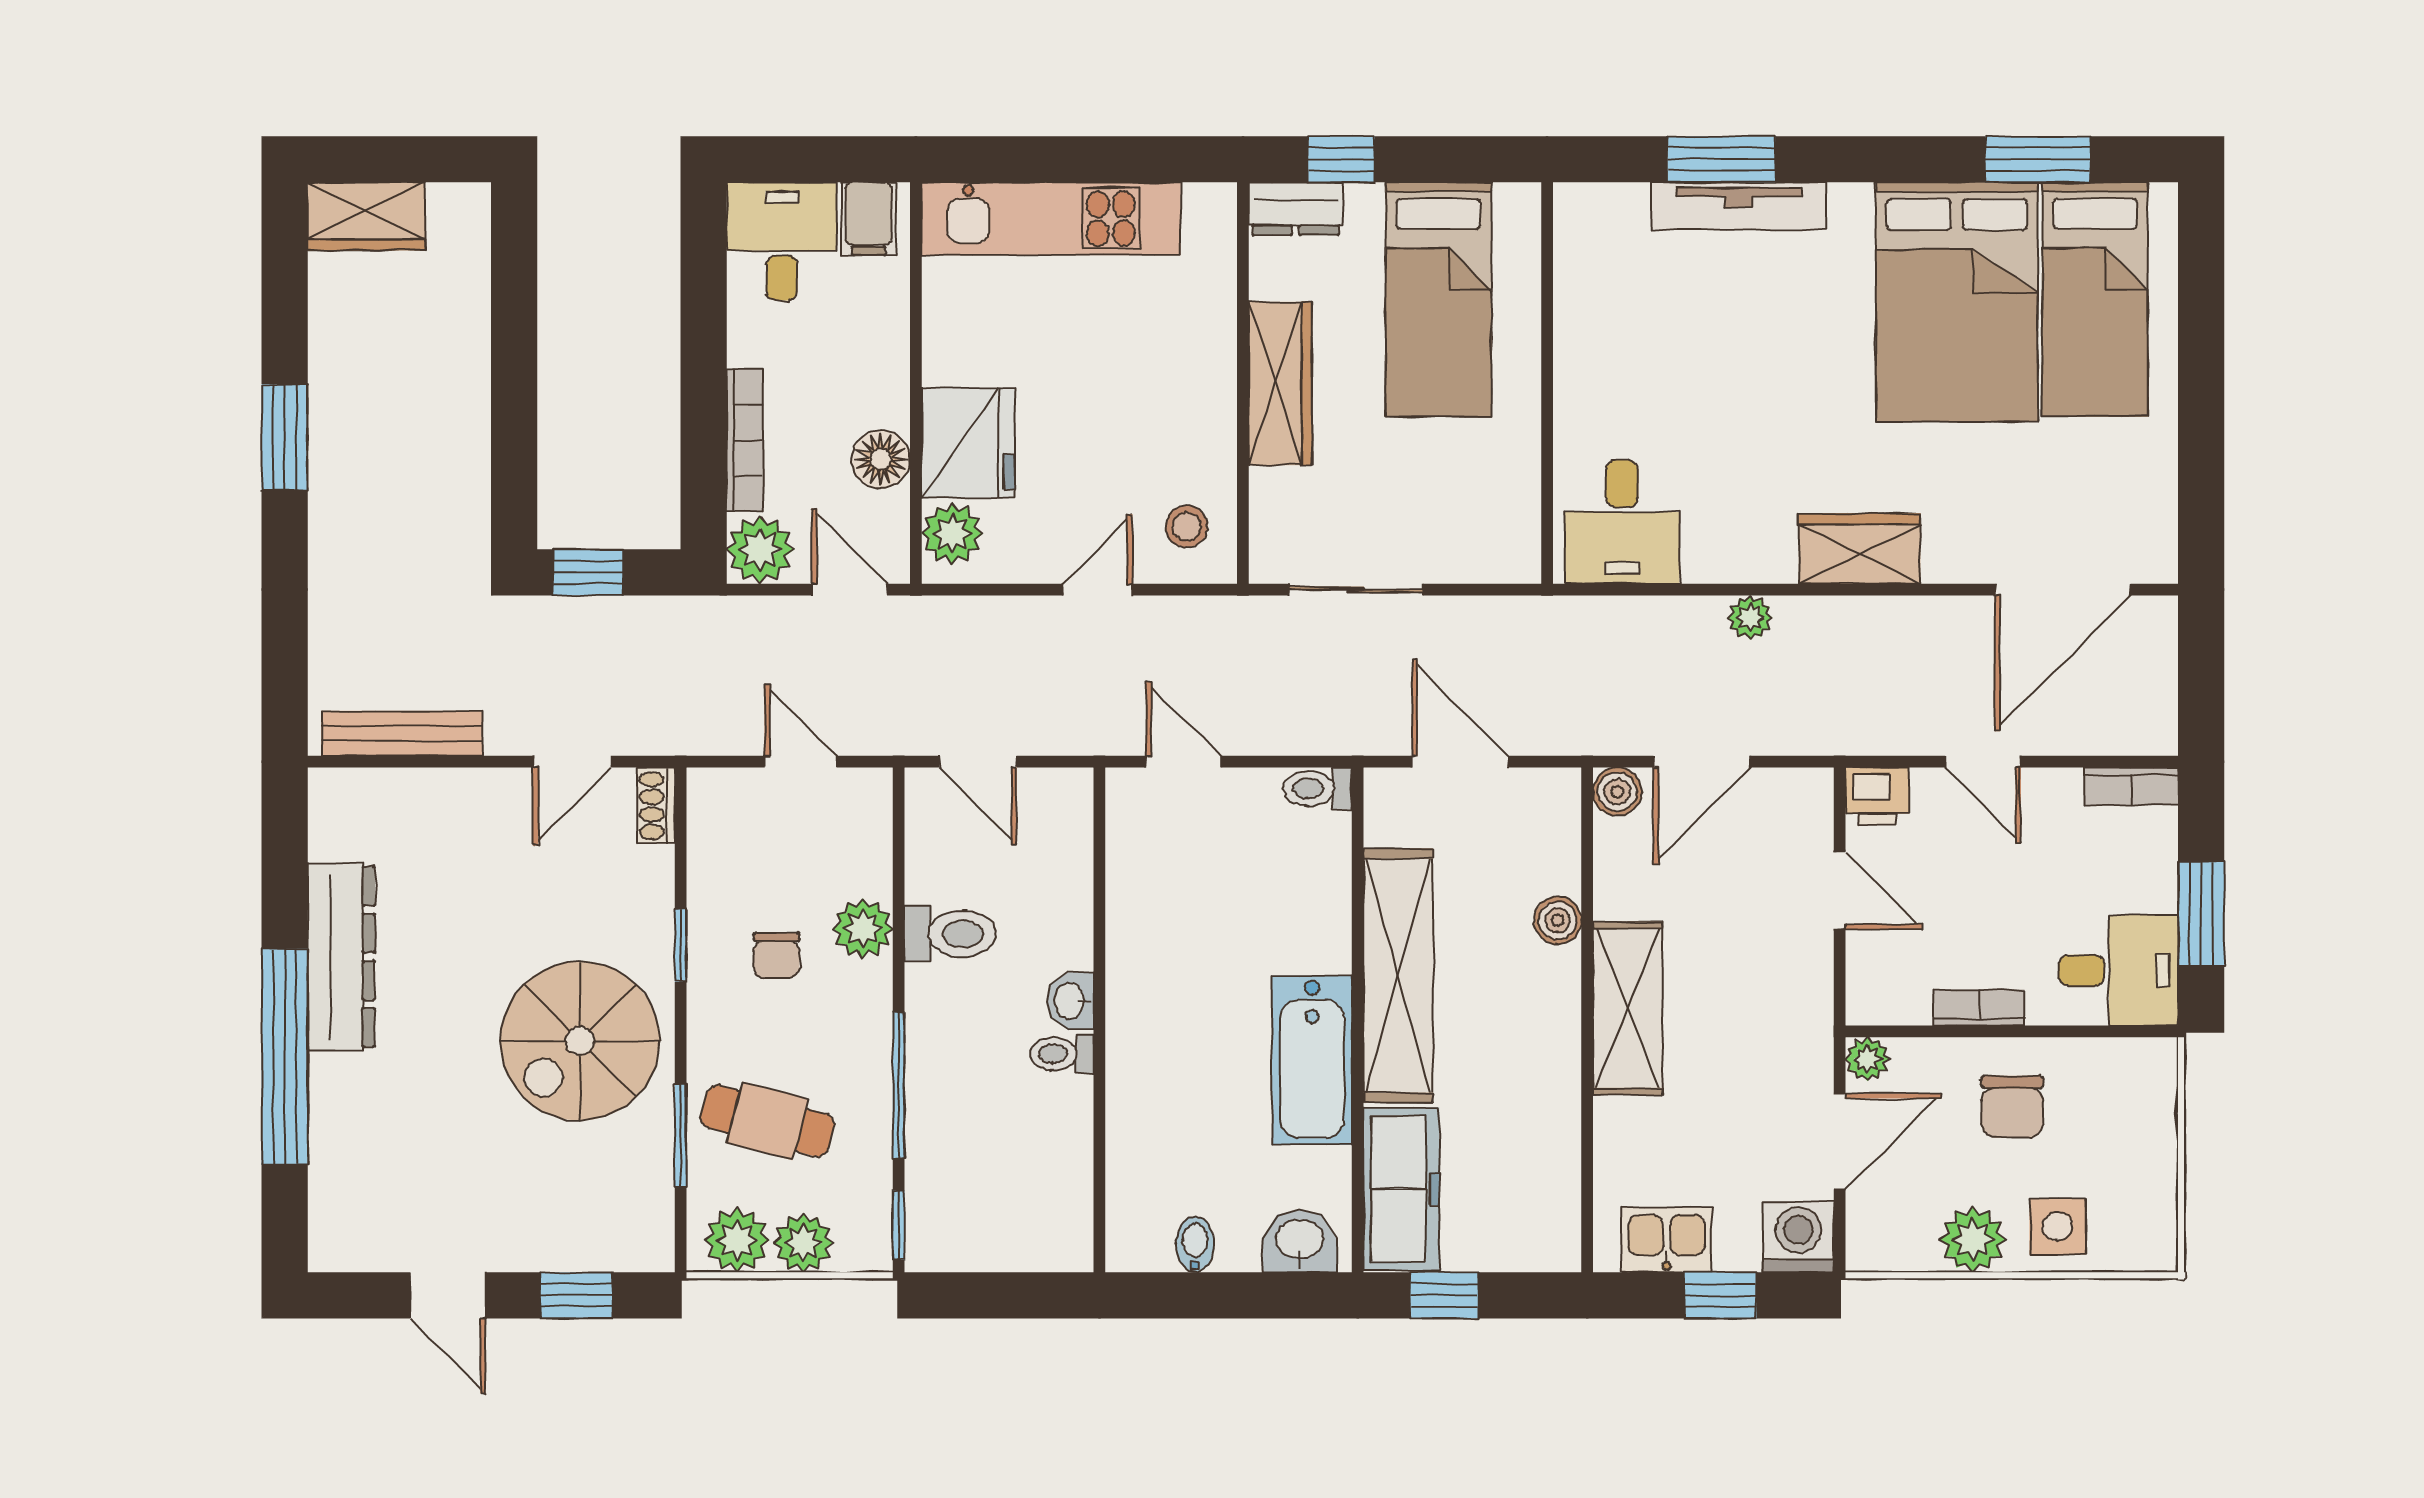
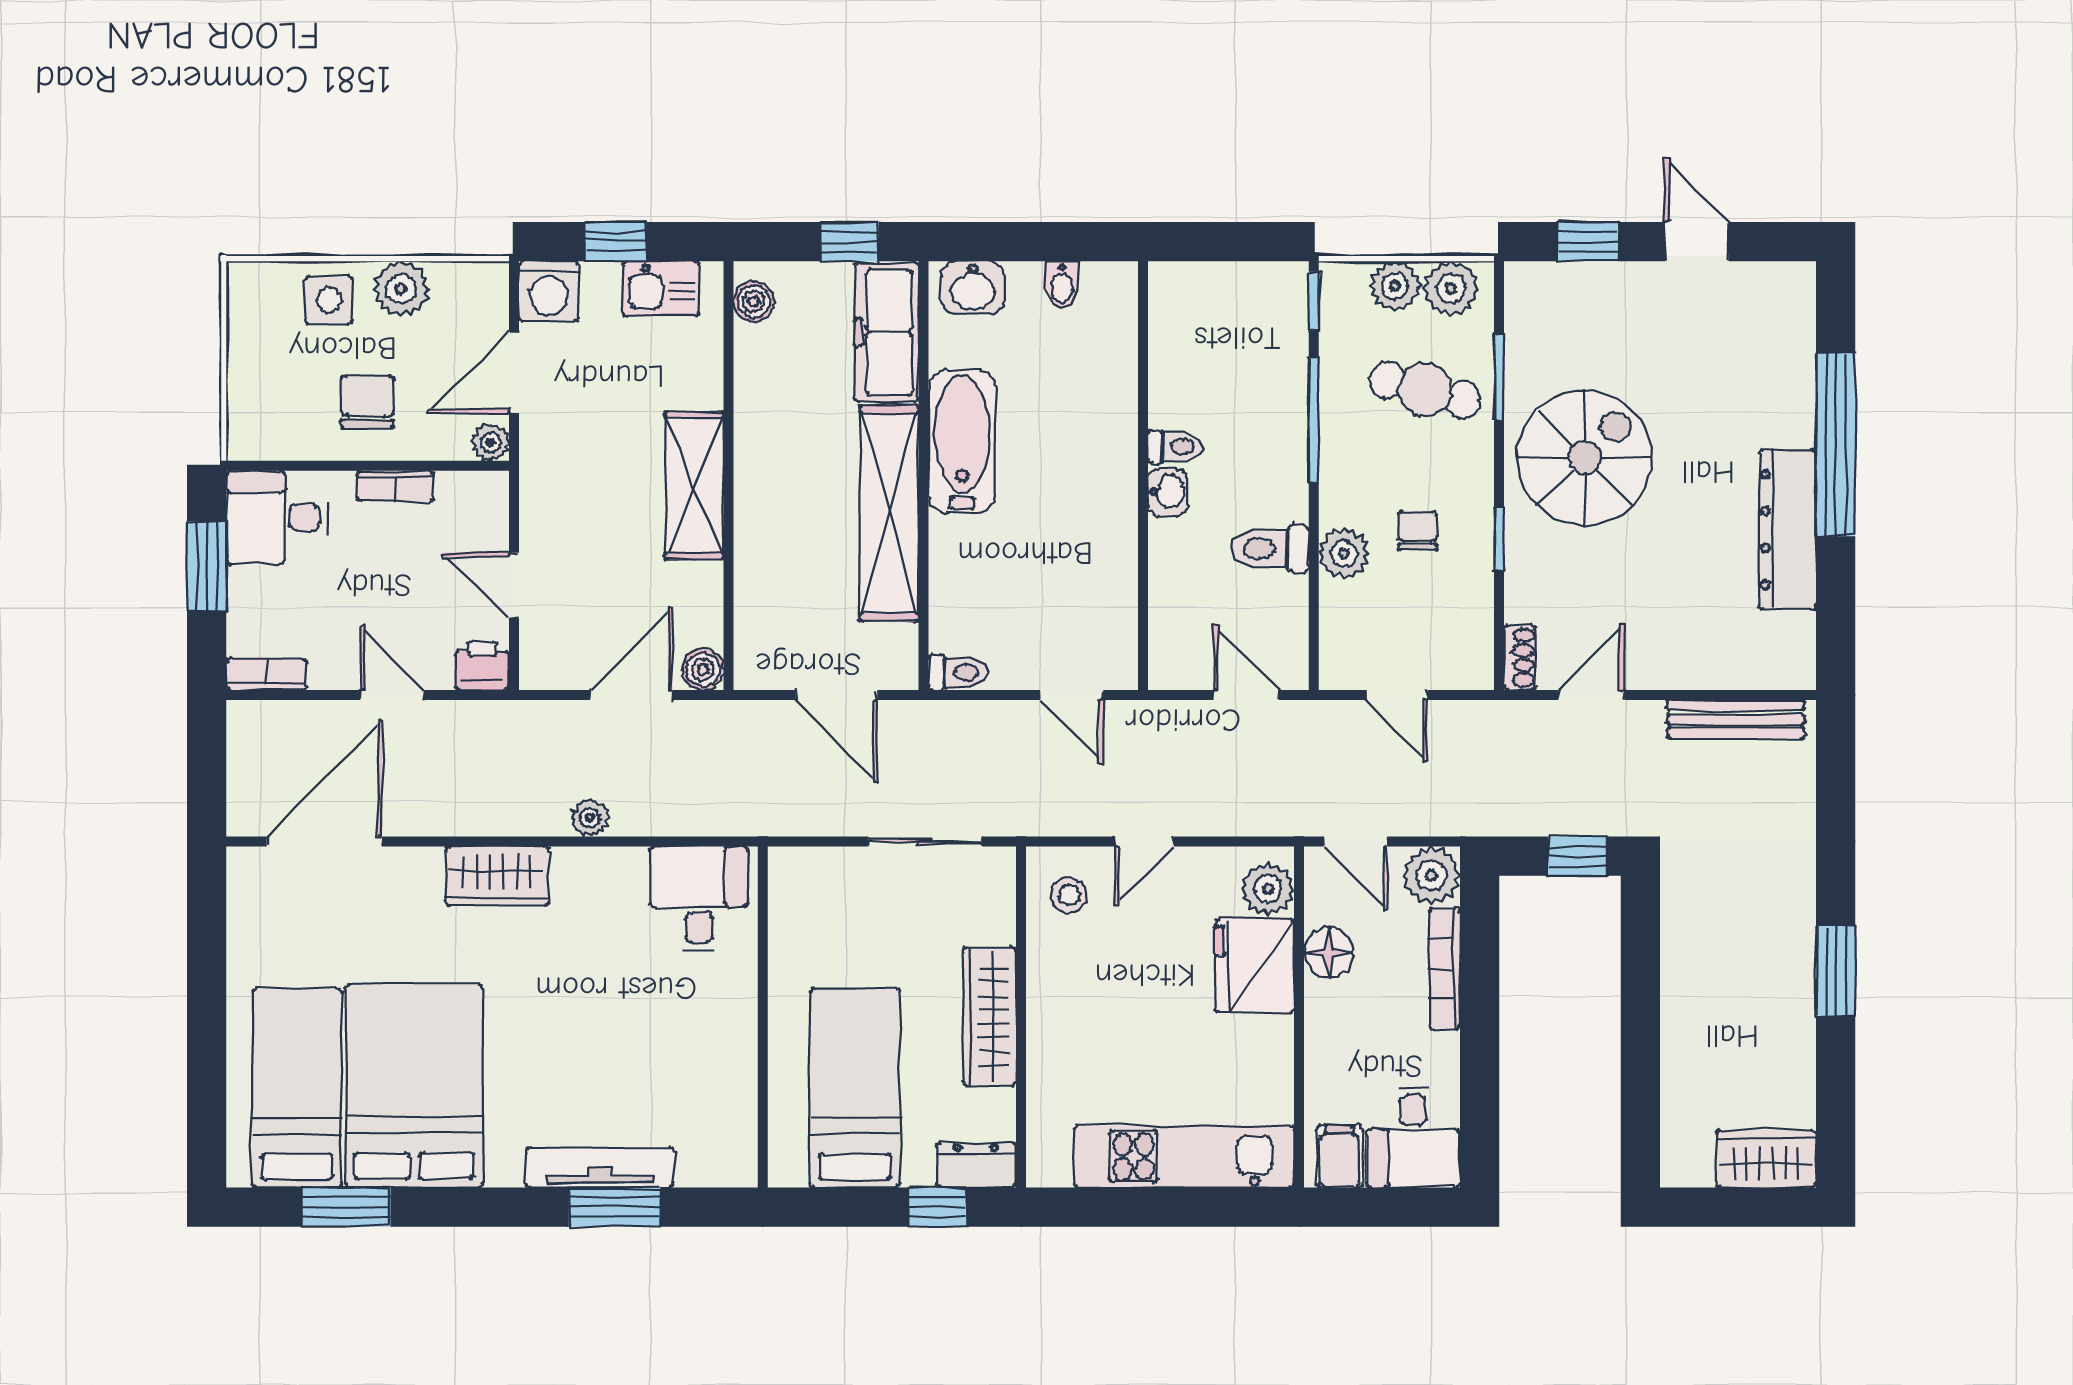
boiler: (1558, 920) -> (754, 301), moved

